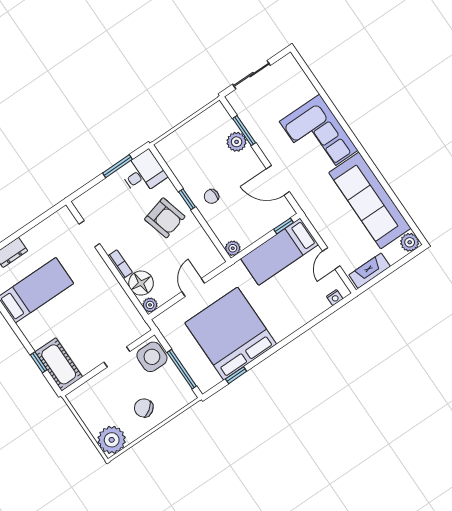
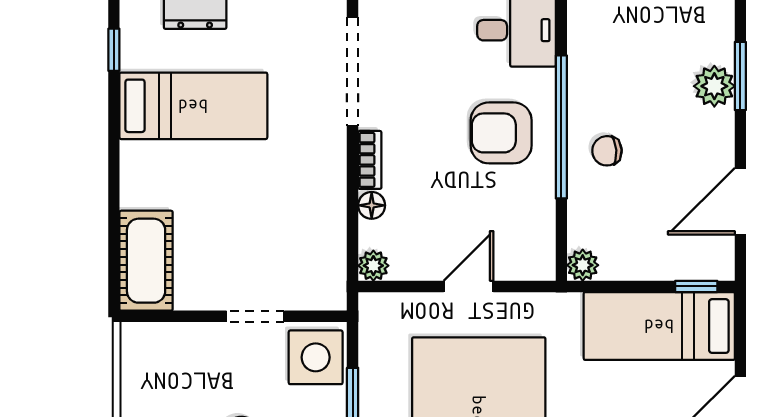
door: (278, 180) -> (740, 201), hinge flipped
window: (187, 199) -> (561, 127), width x3.17
armchair: (165, 218) -> (501, 133), turned 105
doorway: (89, 234) -> (353, 72), width x1.87
floor lamp: (141, 283) -> (372, 205), width x0.53, depth x0.53
window: (39, 362) -> (114, 234), removed

